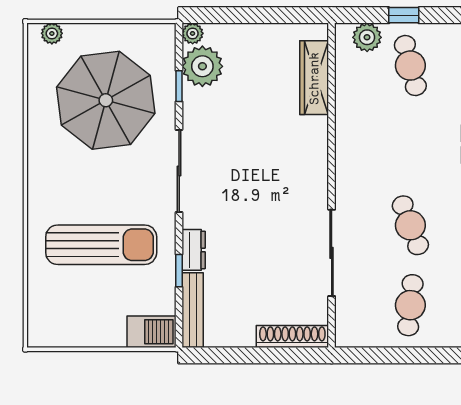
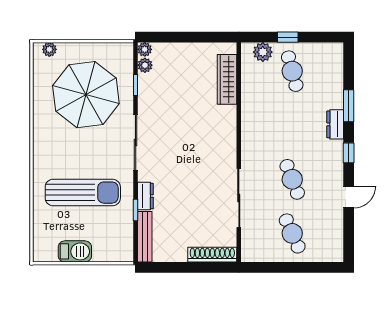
plant: (202, 66) -> (145, 65), width x0.53, depth x0.53
cafe table: (410, 305) -> (292, 233), turned -30
barbecue: (152, 332) -> (75, 251), moved

